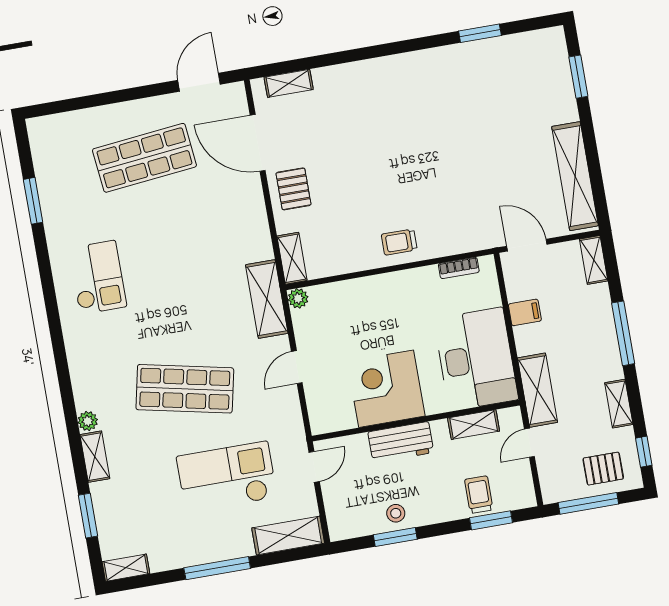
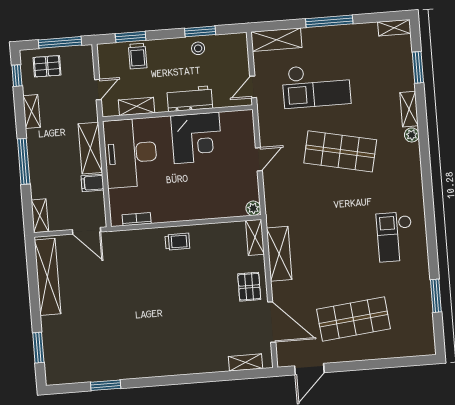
shelving: (267, 299) -> (279, 254), moved
shelving: (537, 390) -> (90, 148), moved

